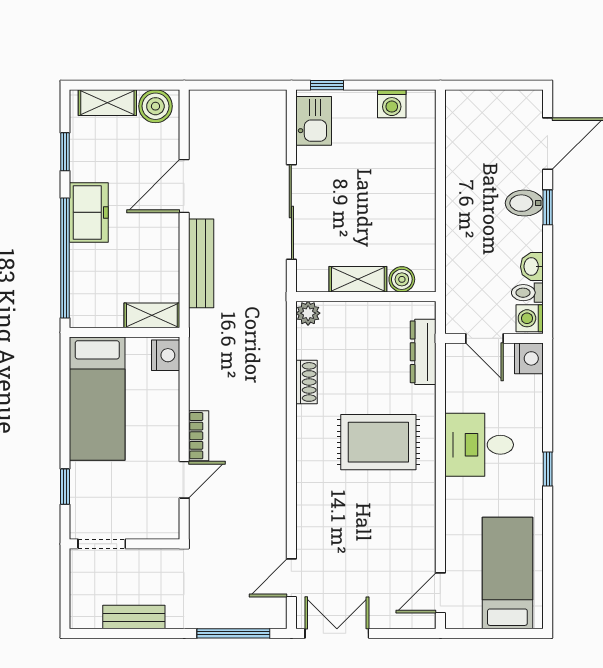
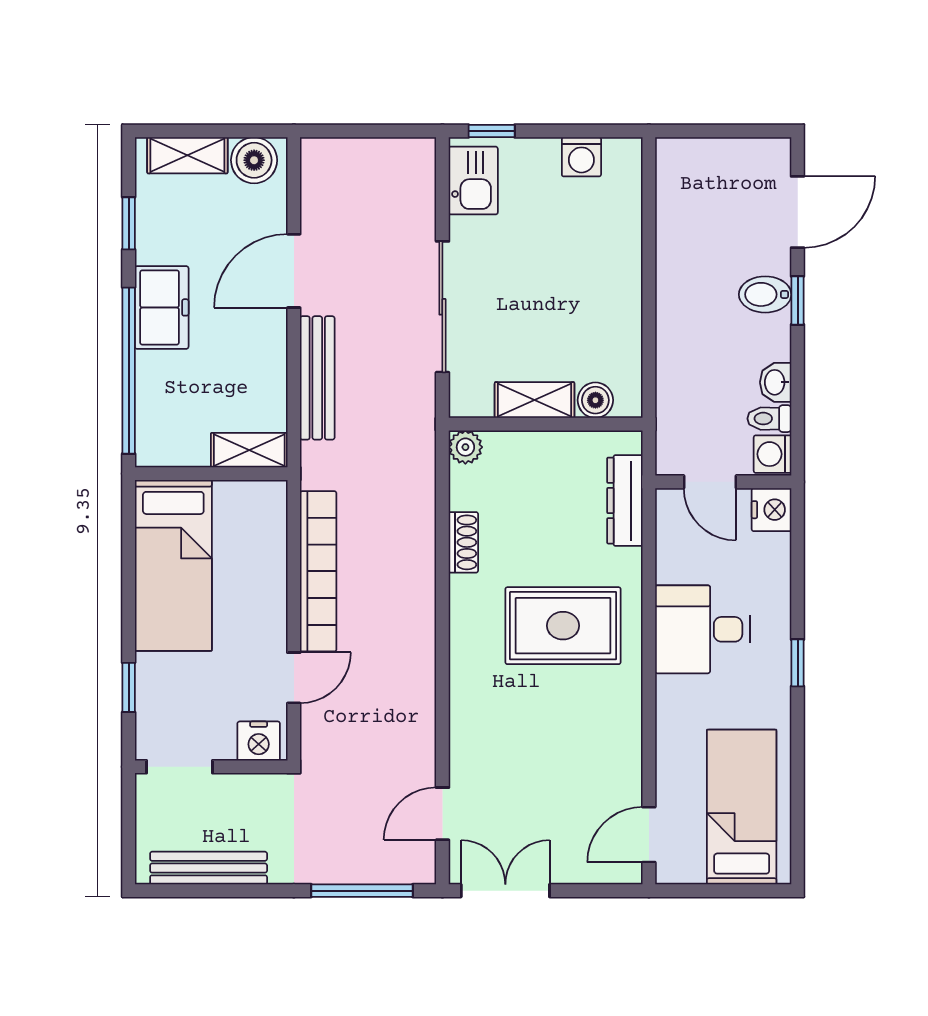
nightstand: (166, 355) -> (259, 741), moved, turned 90
bookcase: (199, 436) -> (318, 571), width x2.31, depth x1.31
bench: (134, 617) -> (209, 868), width x1.36

